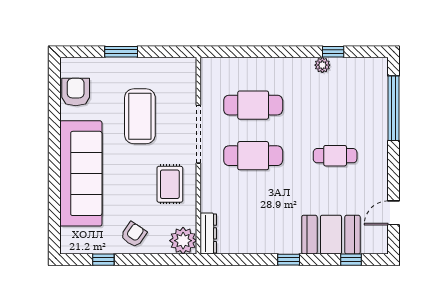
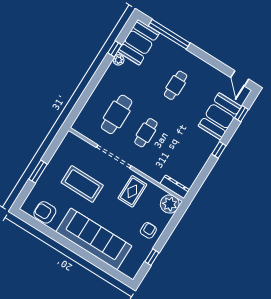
booth: (360, 76) -> (138, 42), added
cafe table: (253, 156) -> (146, 133), width x0.73, depth x0.74
rug: (170, 184) -> (132, 191), turned 90
door: (393, 213) -> (240, 78), moved
armchair: (134, 235) -> (148, 230), turned 56

